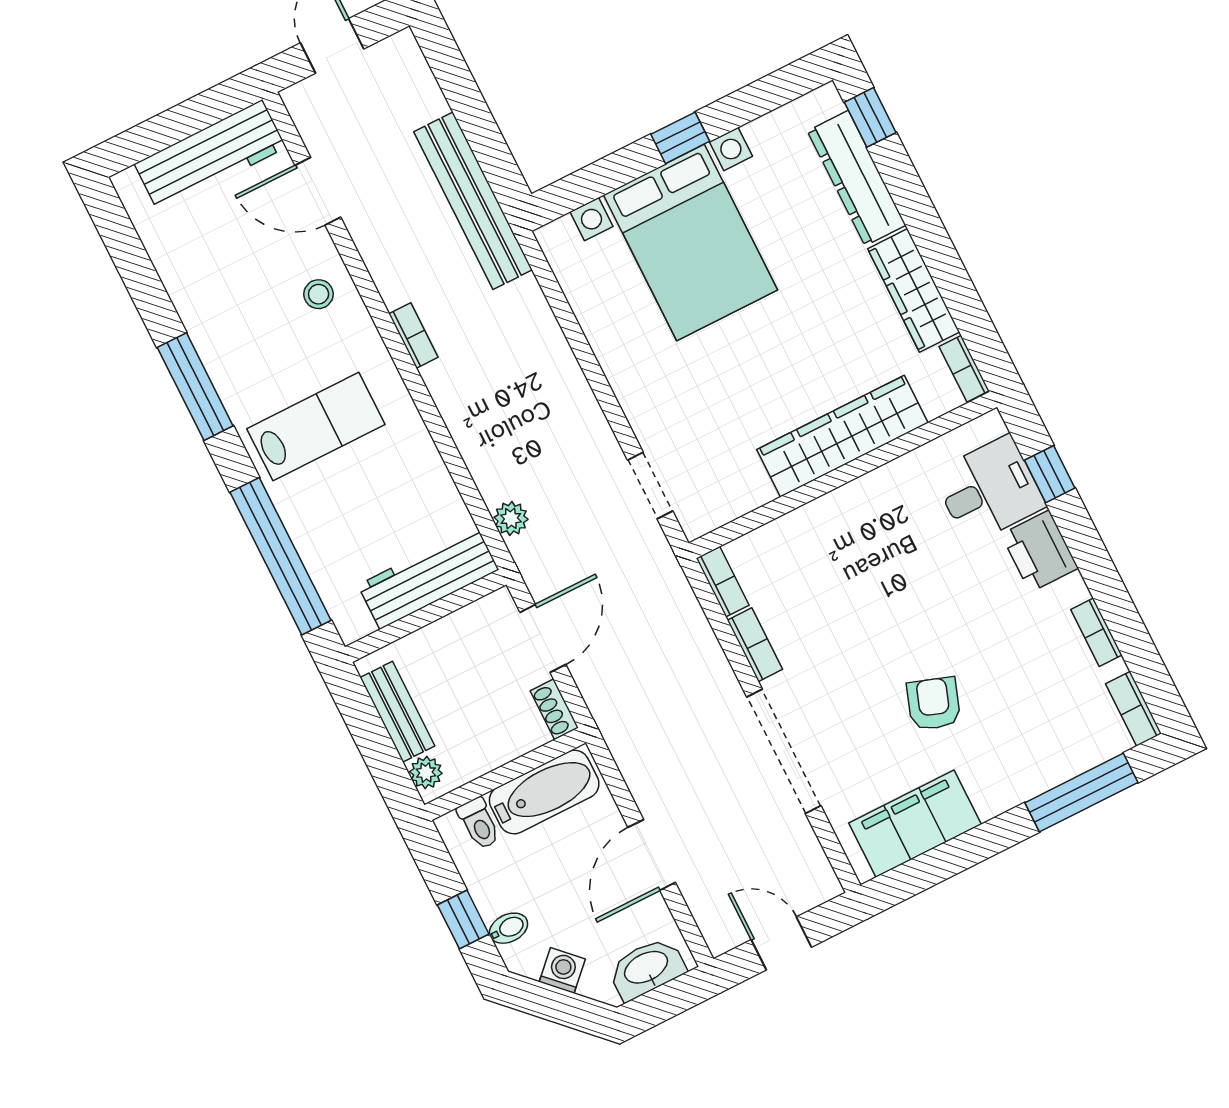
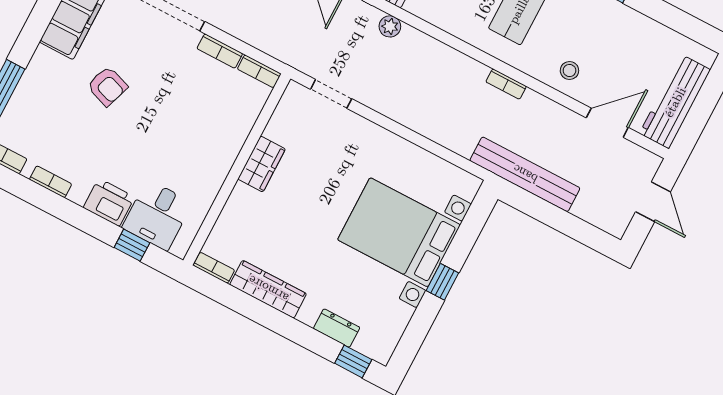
dresser: (857, 178) -> (337, 328), width x0.51, depth x0.80
wardrobe: (842, 436) -> (262, 164), width x0.48, depth x0.85

